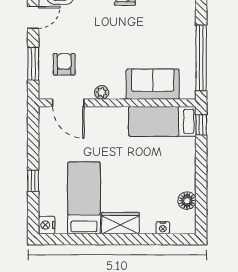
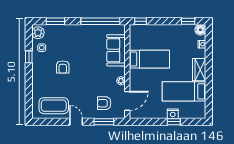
bed: (162, 121) -> (149, 59), moved, turned -90
floor lamp: (187, 201) -> (200, 30), moved
window: (201, 205) -> (188, 21), added
nightstand: (47, 225) -> (173, 114), moved

